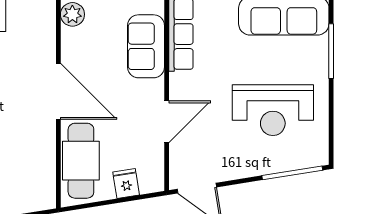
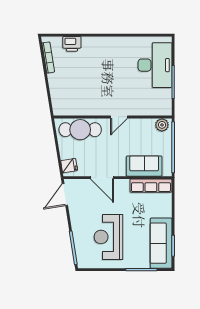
door: (58, 91) -> (119, 117), width x0.53
fridge: (126, 183) -> (69, 166), moved

